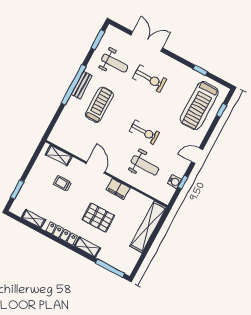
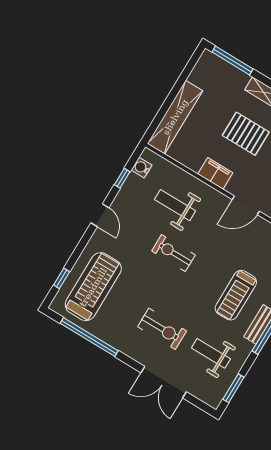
window: (200, 70) -> (89, 337), width x3.17
exercise bike: (150, 79) -> (162, 329), turned 180
door: (197, 156) -> (100, 215), hinge flipped
door: (96, 168) -> (246, 205), hinge flipped
water cooler: (174, 182) -> (142, 168), moved

